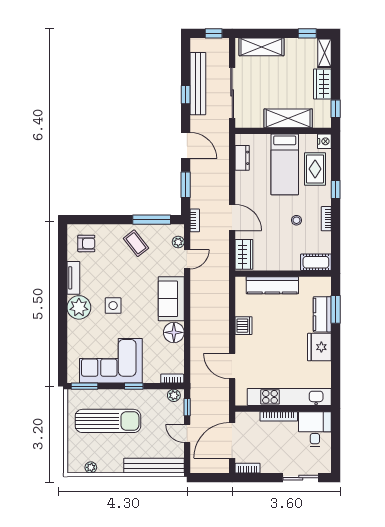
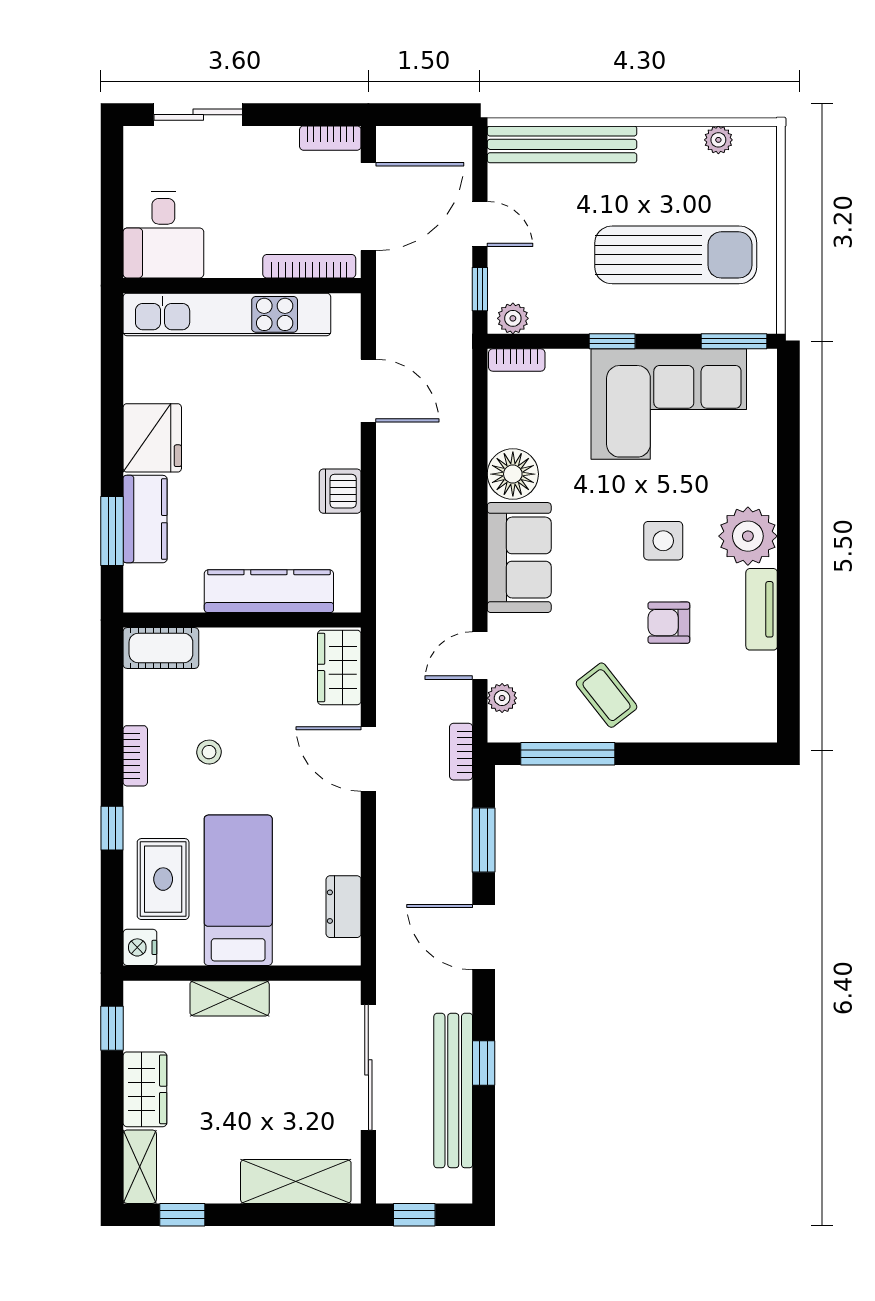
shelving: (288, 118) -> (230, 998), width x0.67, depth x0.75
armchair: (86, 243) -> (669, 623), moved
bookcase: (279, 416) -> (309, 266), moved
sun lounger: (108, 421) -> (676, 255), turned 180

